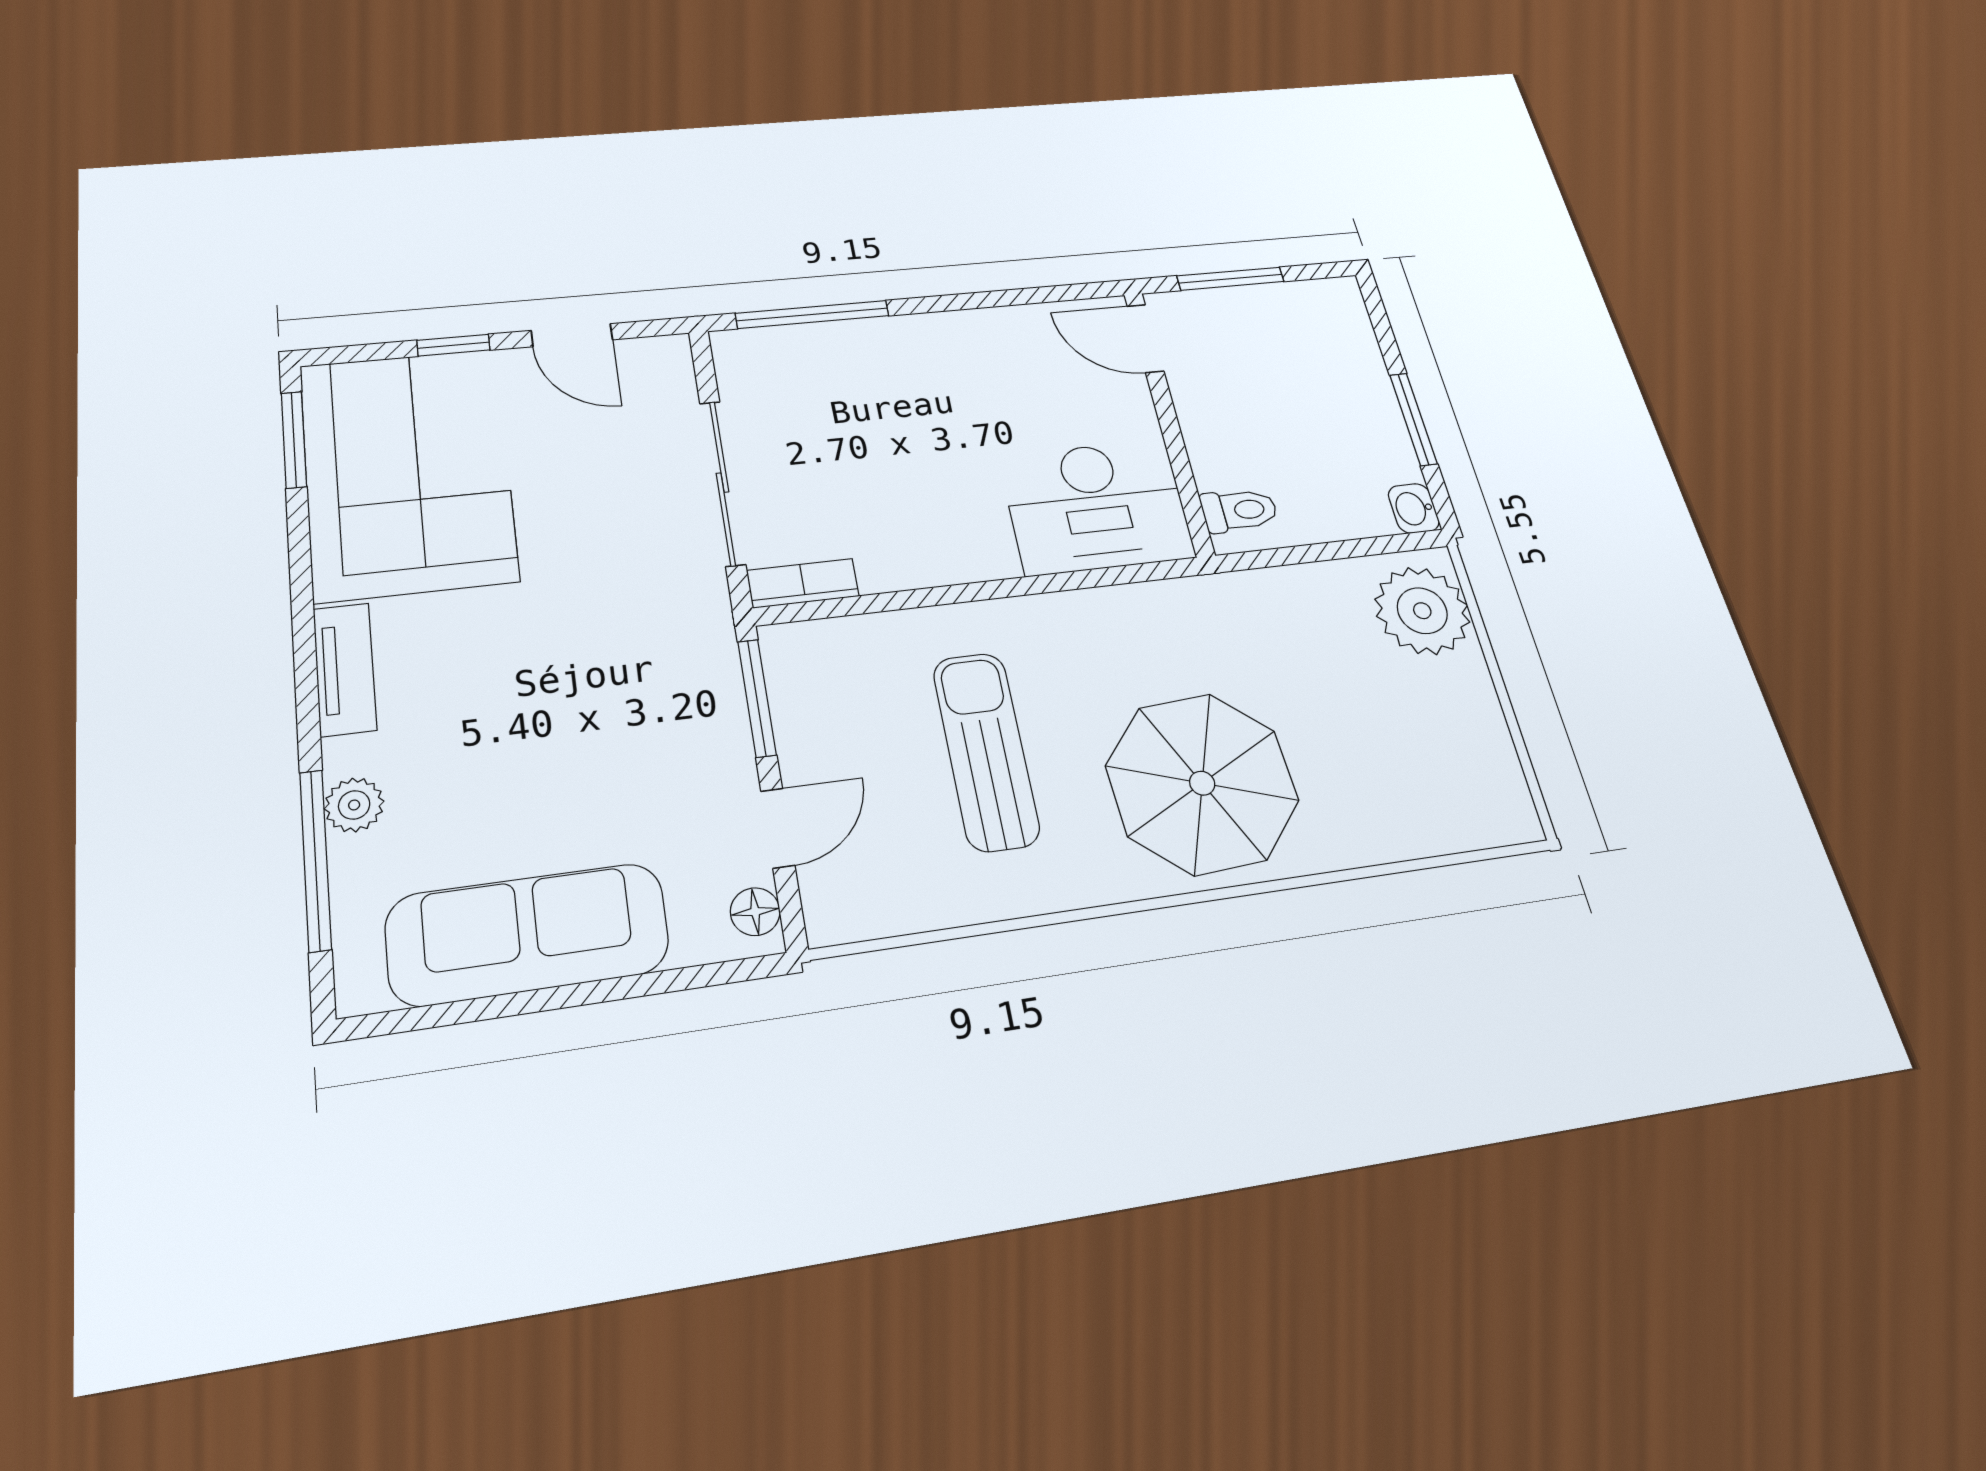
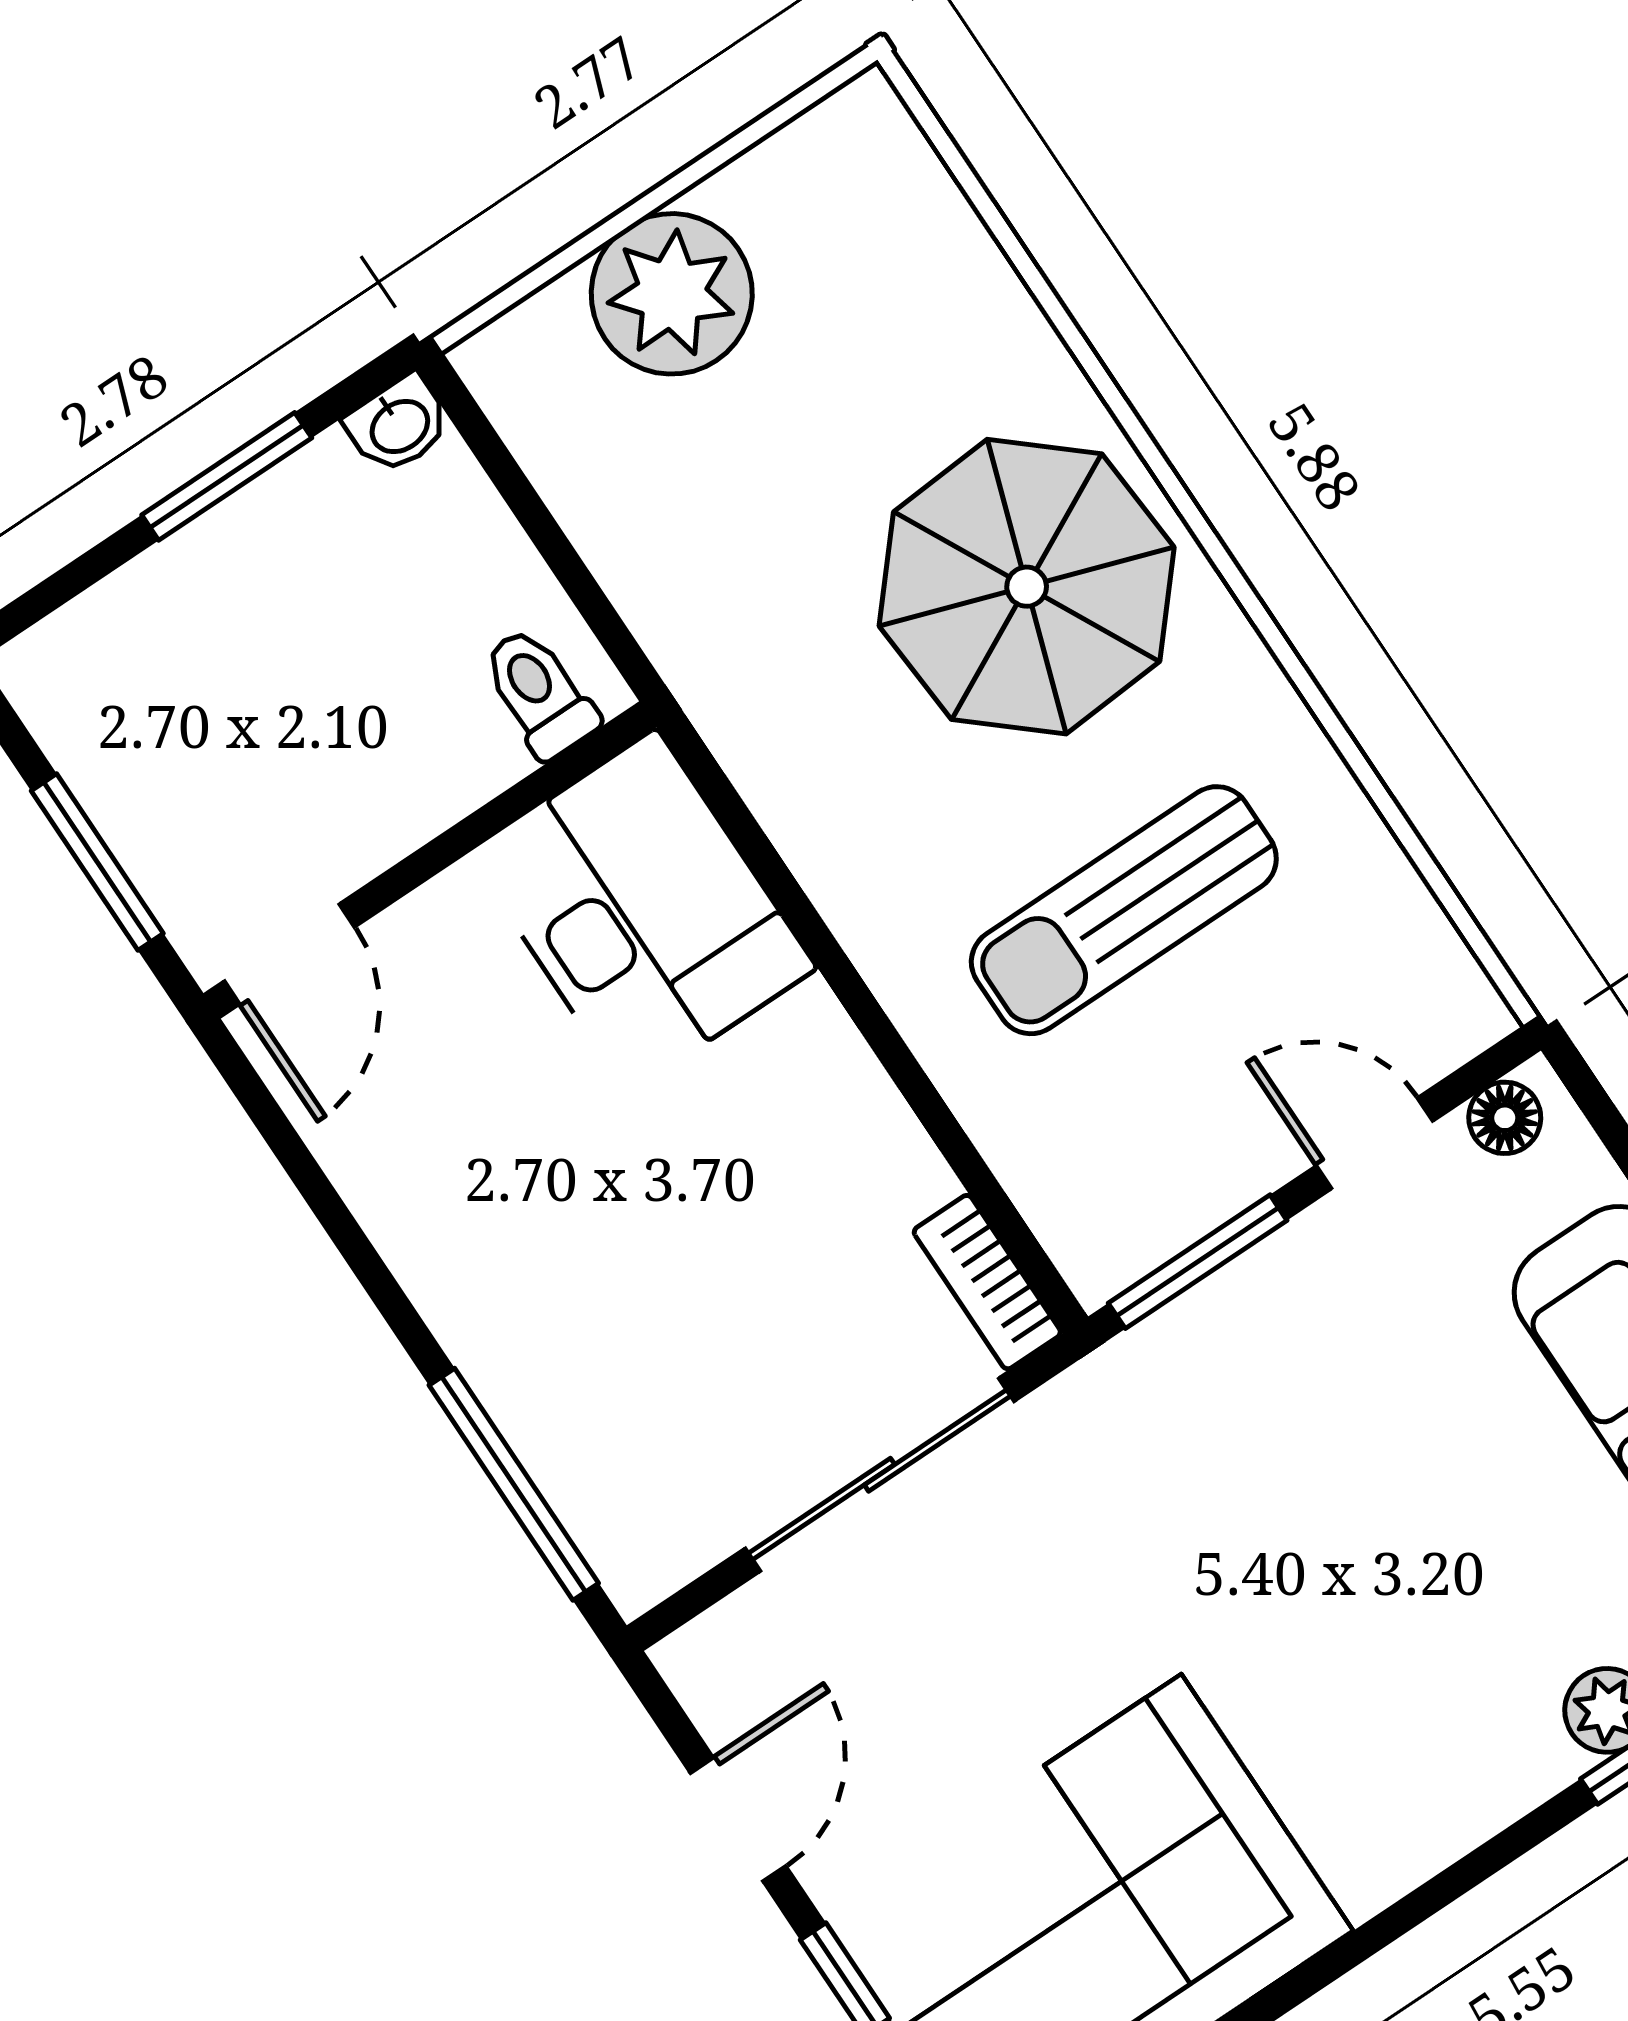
plant: (1422, 611) -> (672, 294), moved
tv unit: (345, 669) -> (1426, 1834), removed

